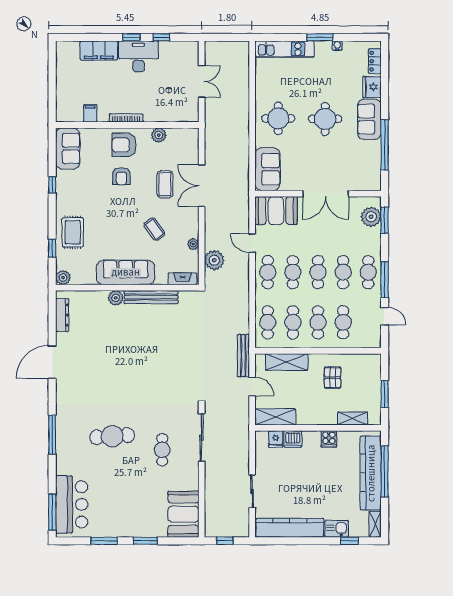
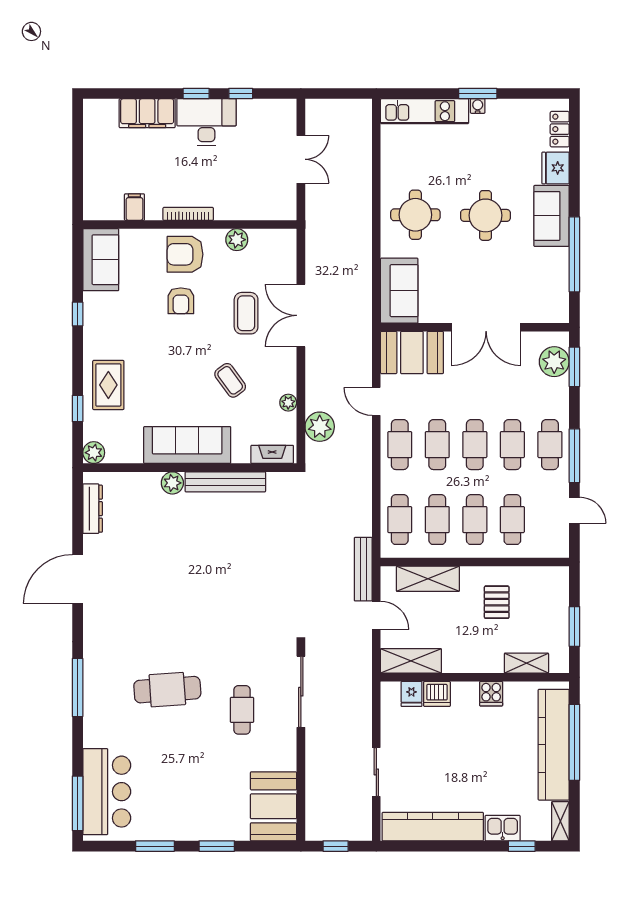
water cooler: (337, 46) -> (478, 106), moved

